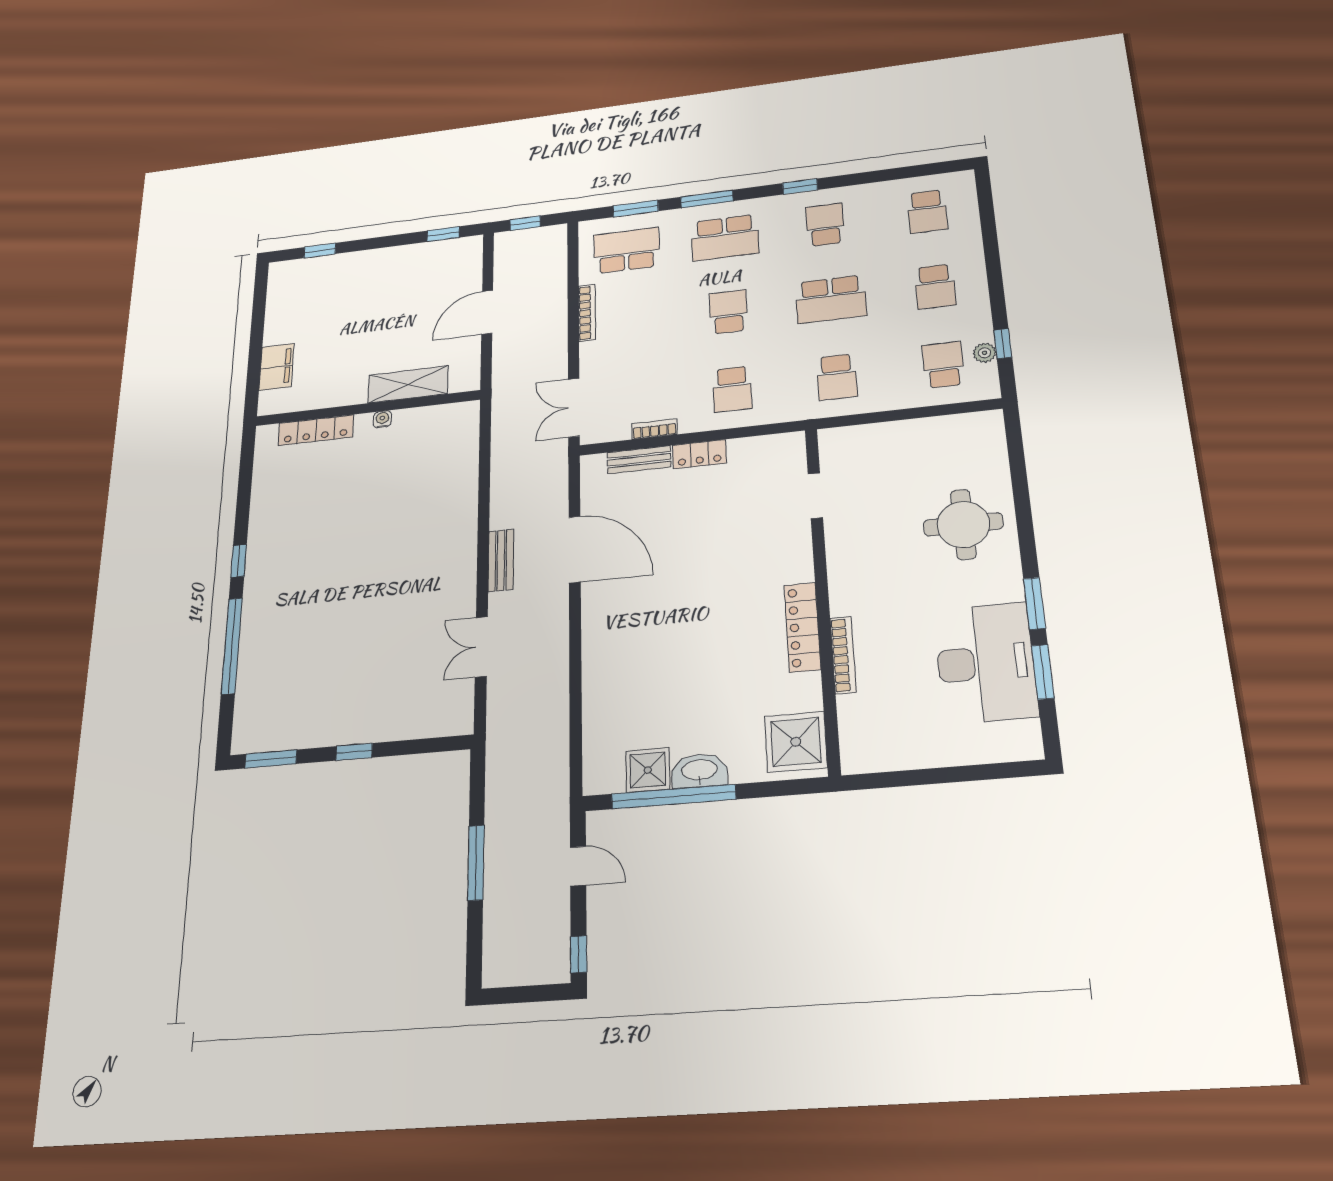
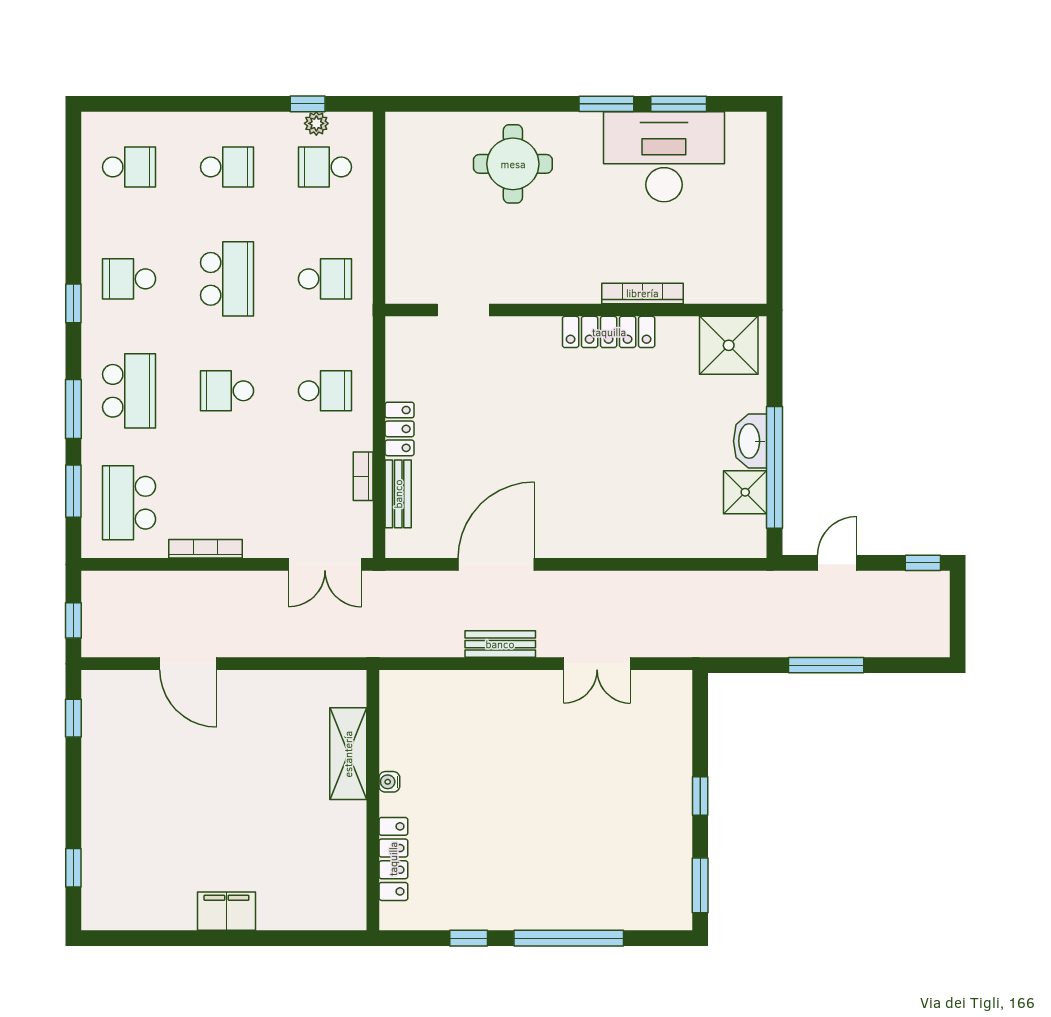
shelving: (408, 384) -> (348, 754), moved
wall: (367, 408) -> (373, 800), moved
water cooler: (382, 419) -> (389, 782), moved
locker: (316, 430) -> (393, 859), moved

